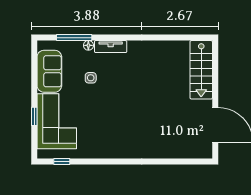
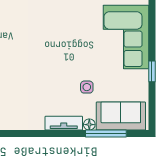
sofa: (49, 71) -> (121, 116), moved, turned 90
window: (34, 116) -> (152, 71), moved

